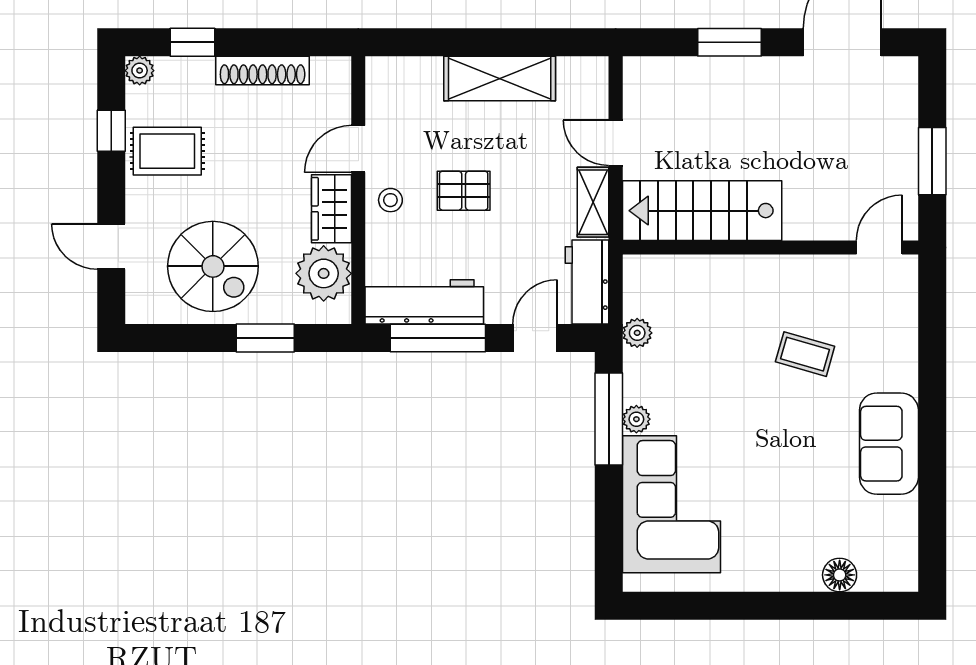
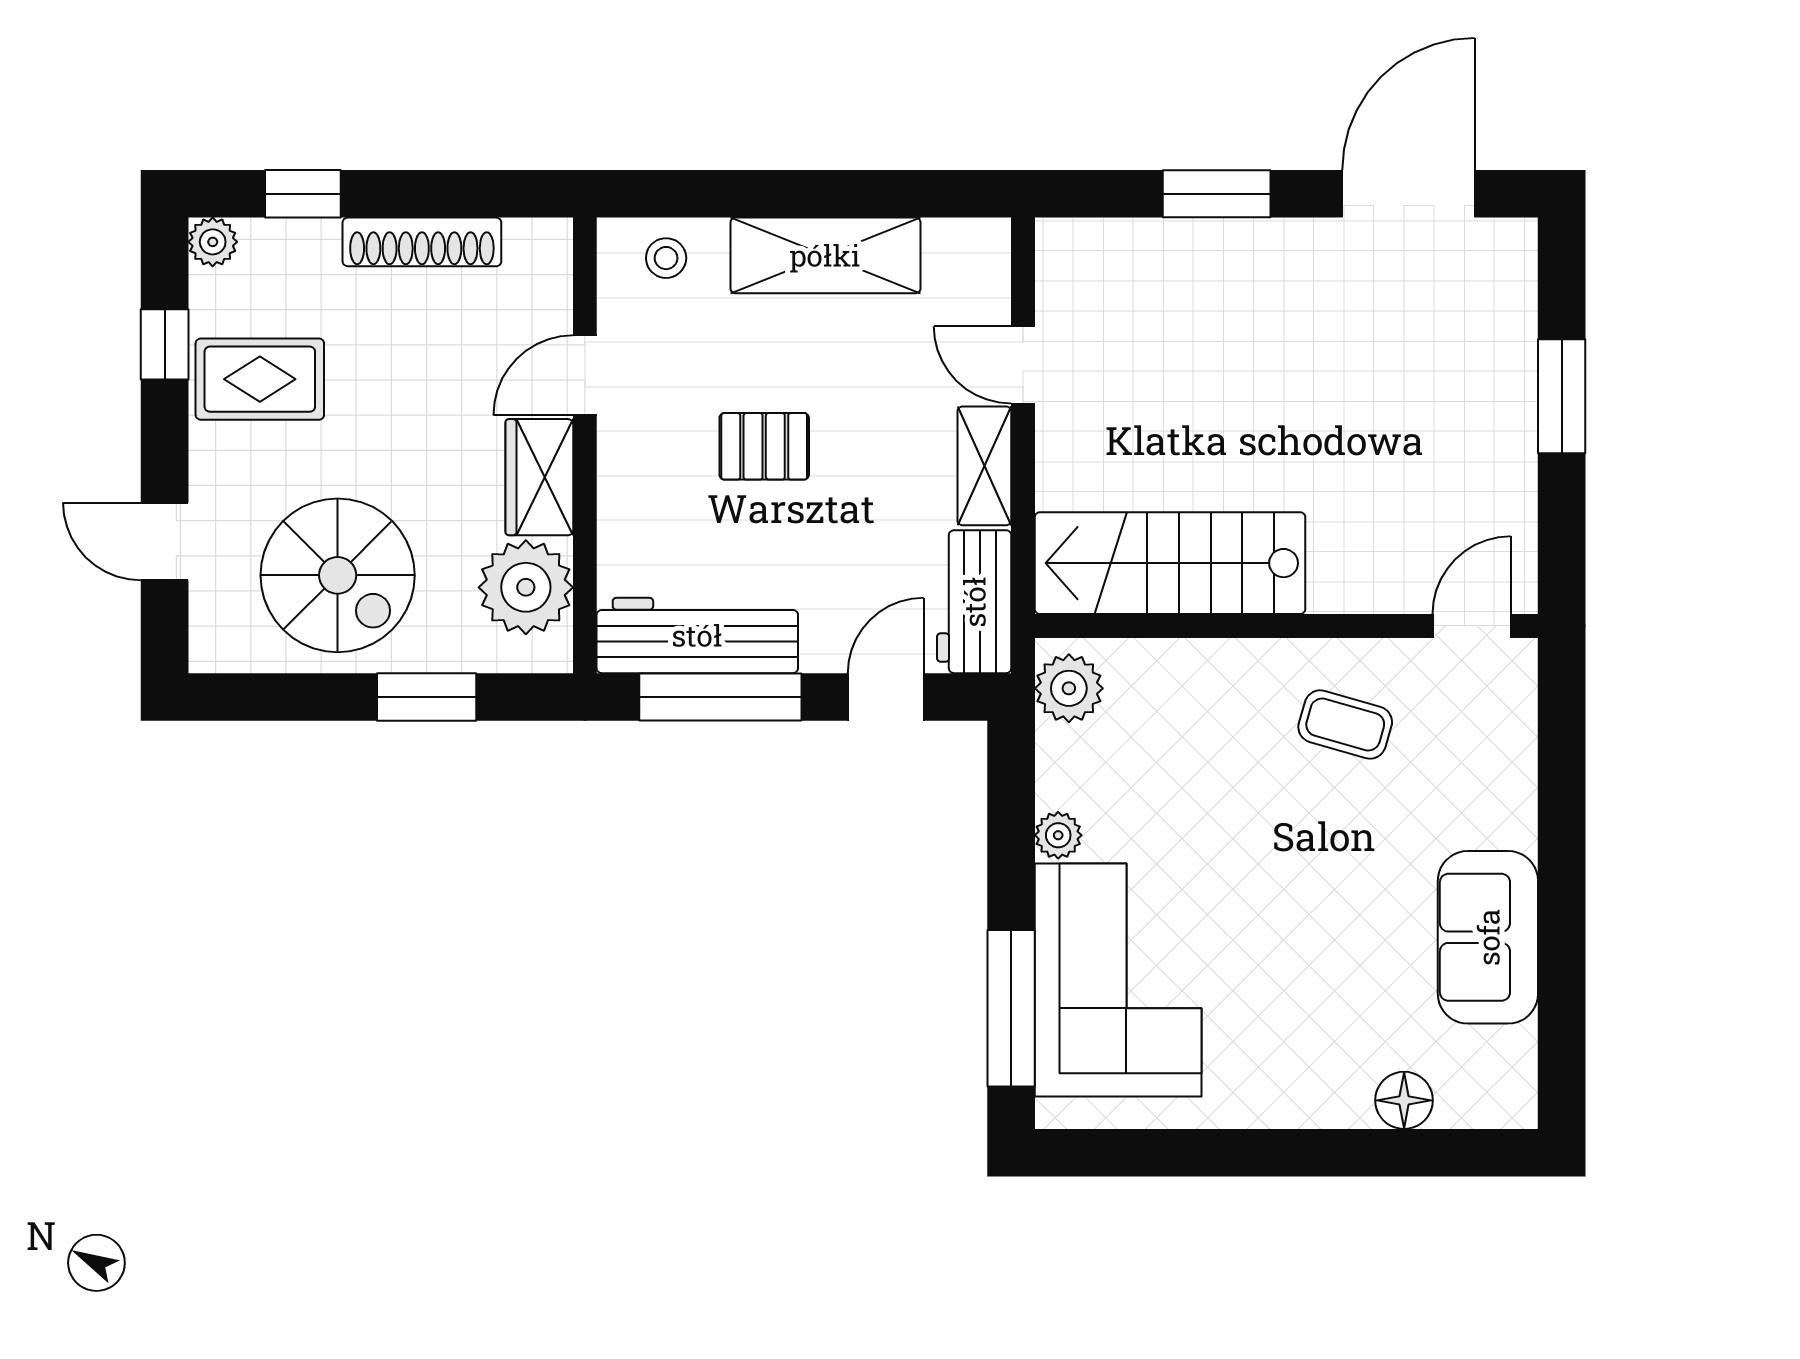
stool: (390, 200) -> (666, 258), moved
stairs: (702, 211) -> (1170, 563), moved
wall: (770, 247) -> (1286, 626), moved
door: (879, 247) -> (1472, 626), moved
plant: (637, 333) -> (1069, 688), width x1.38, depth x1.38
window: (609, 419) -> (1011, 1008), moved
sofa: (889, 444) -> (1488, 937), moved

